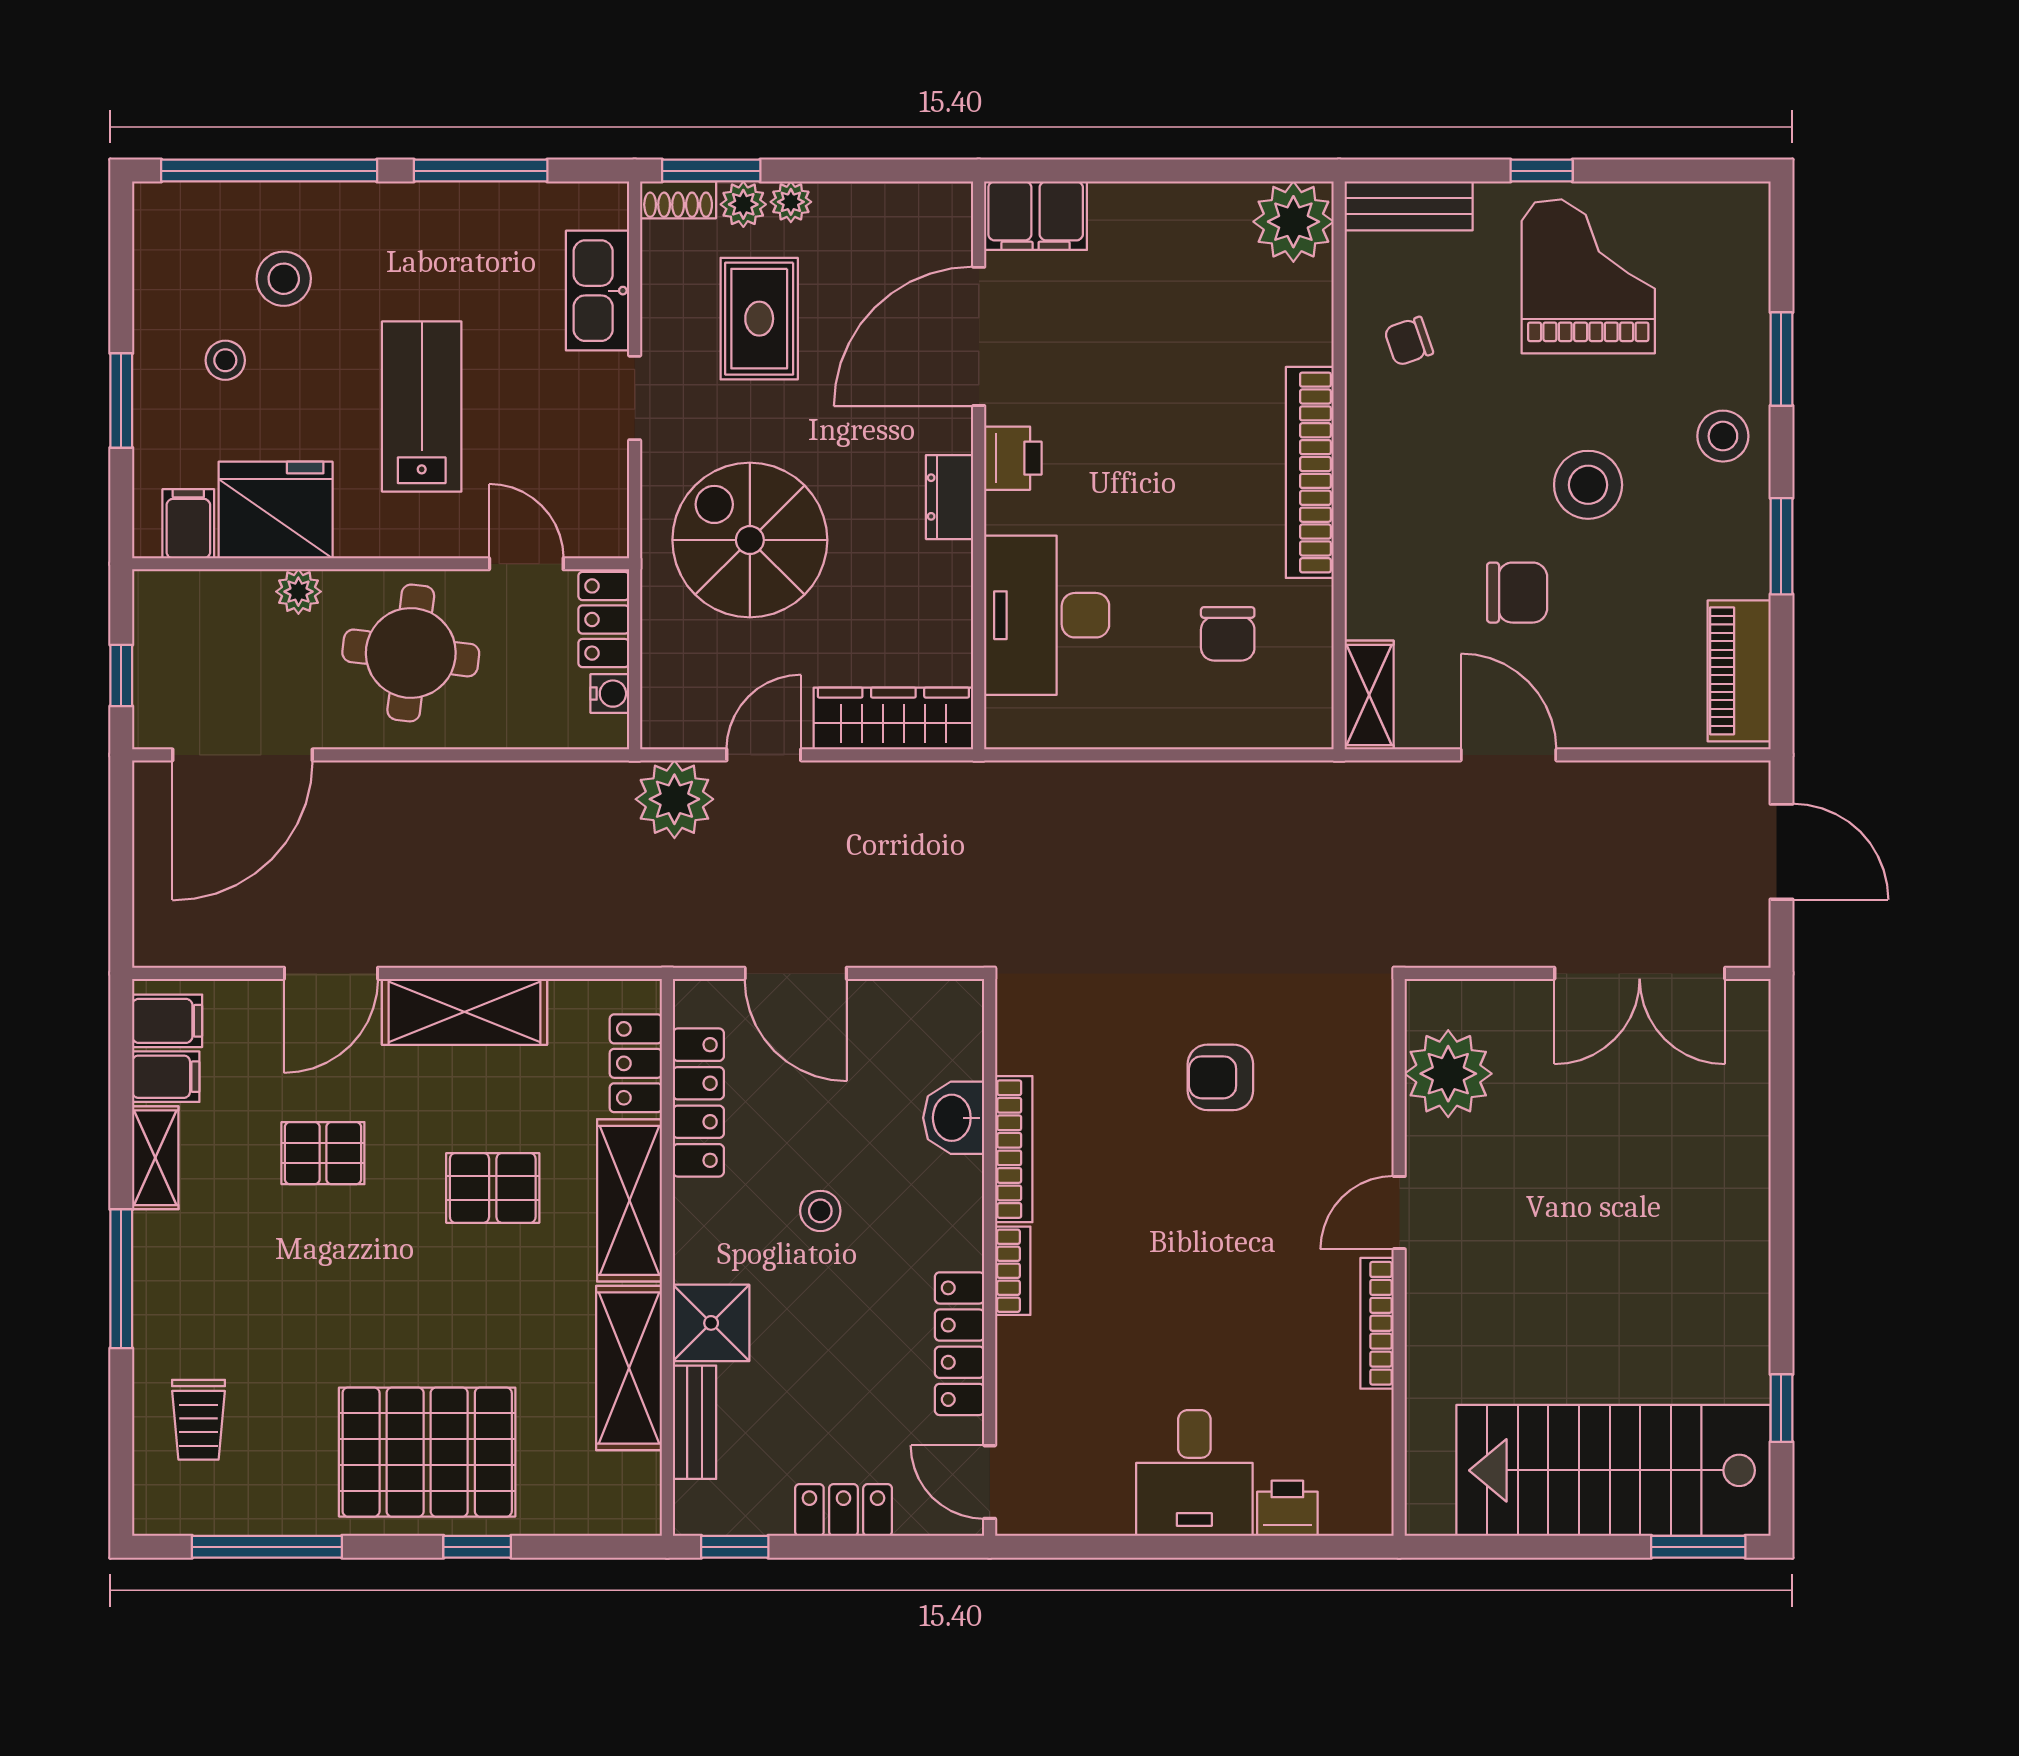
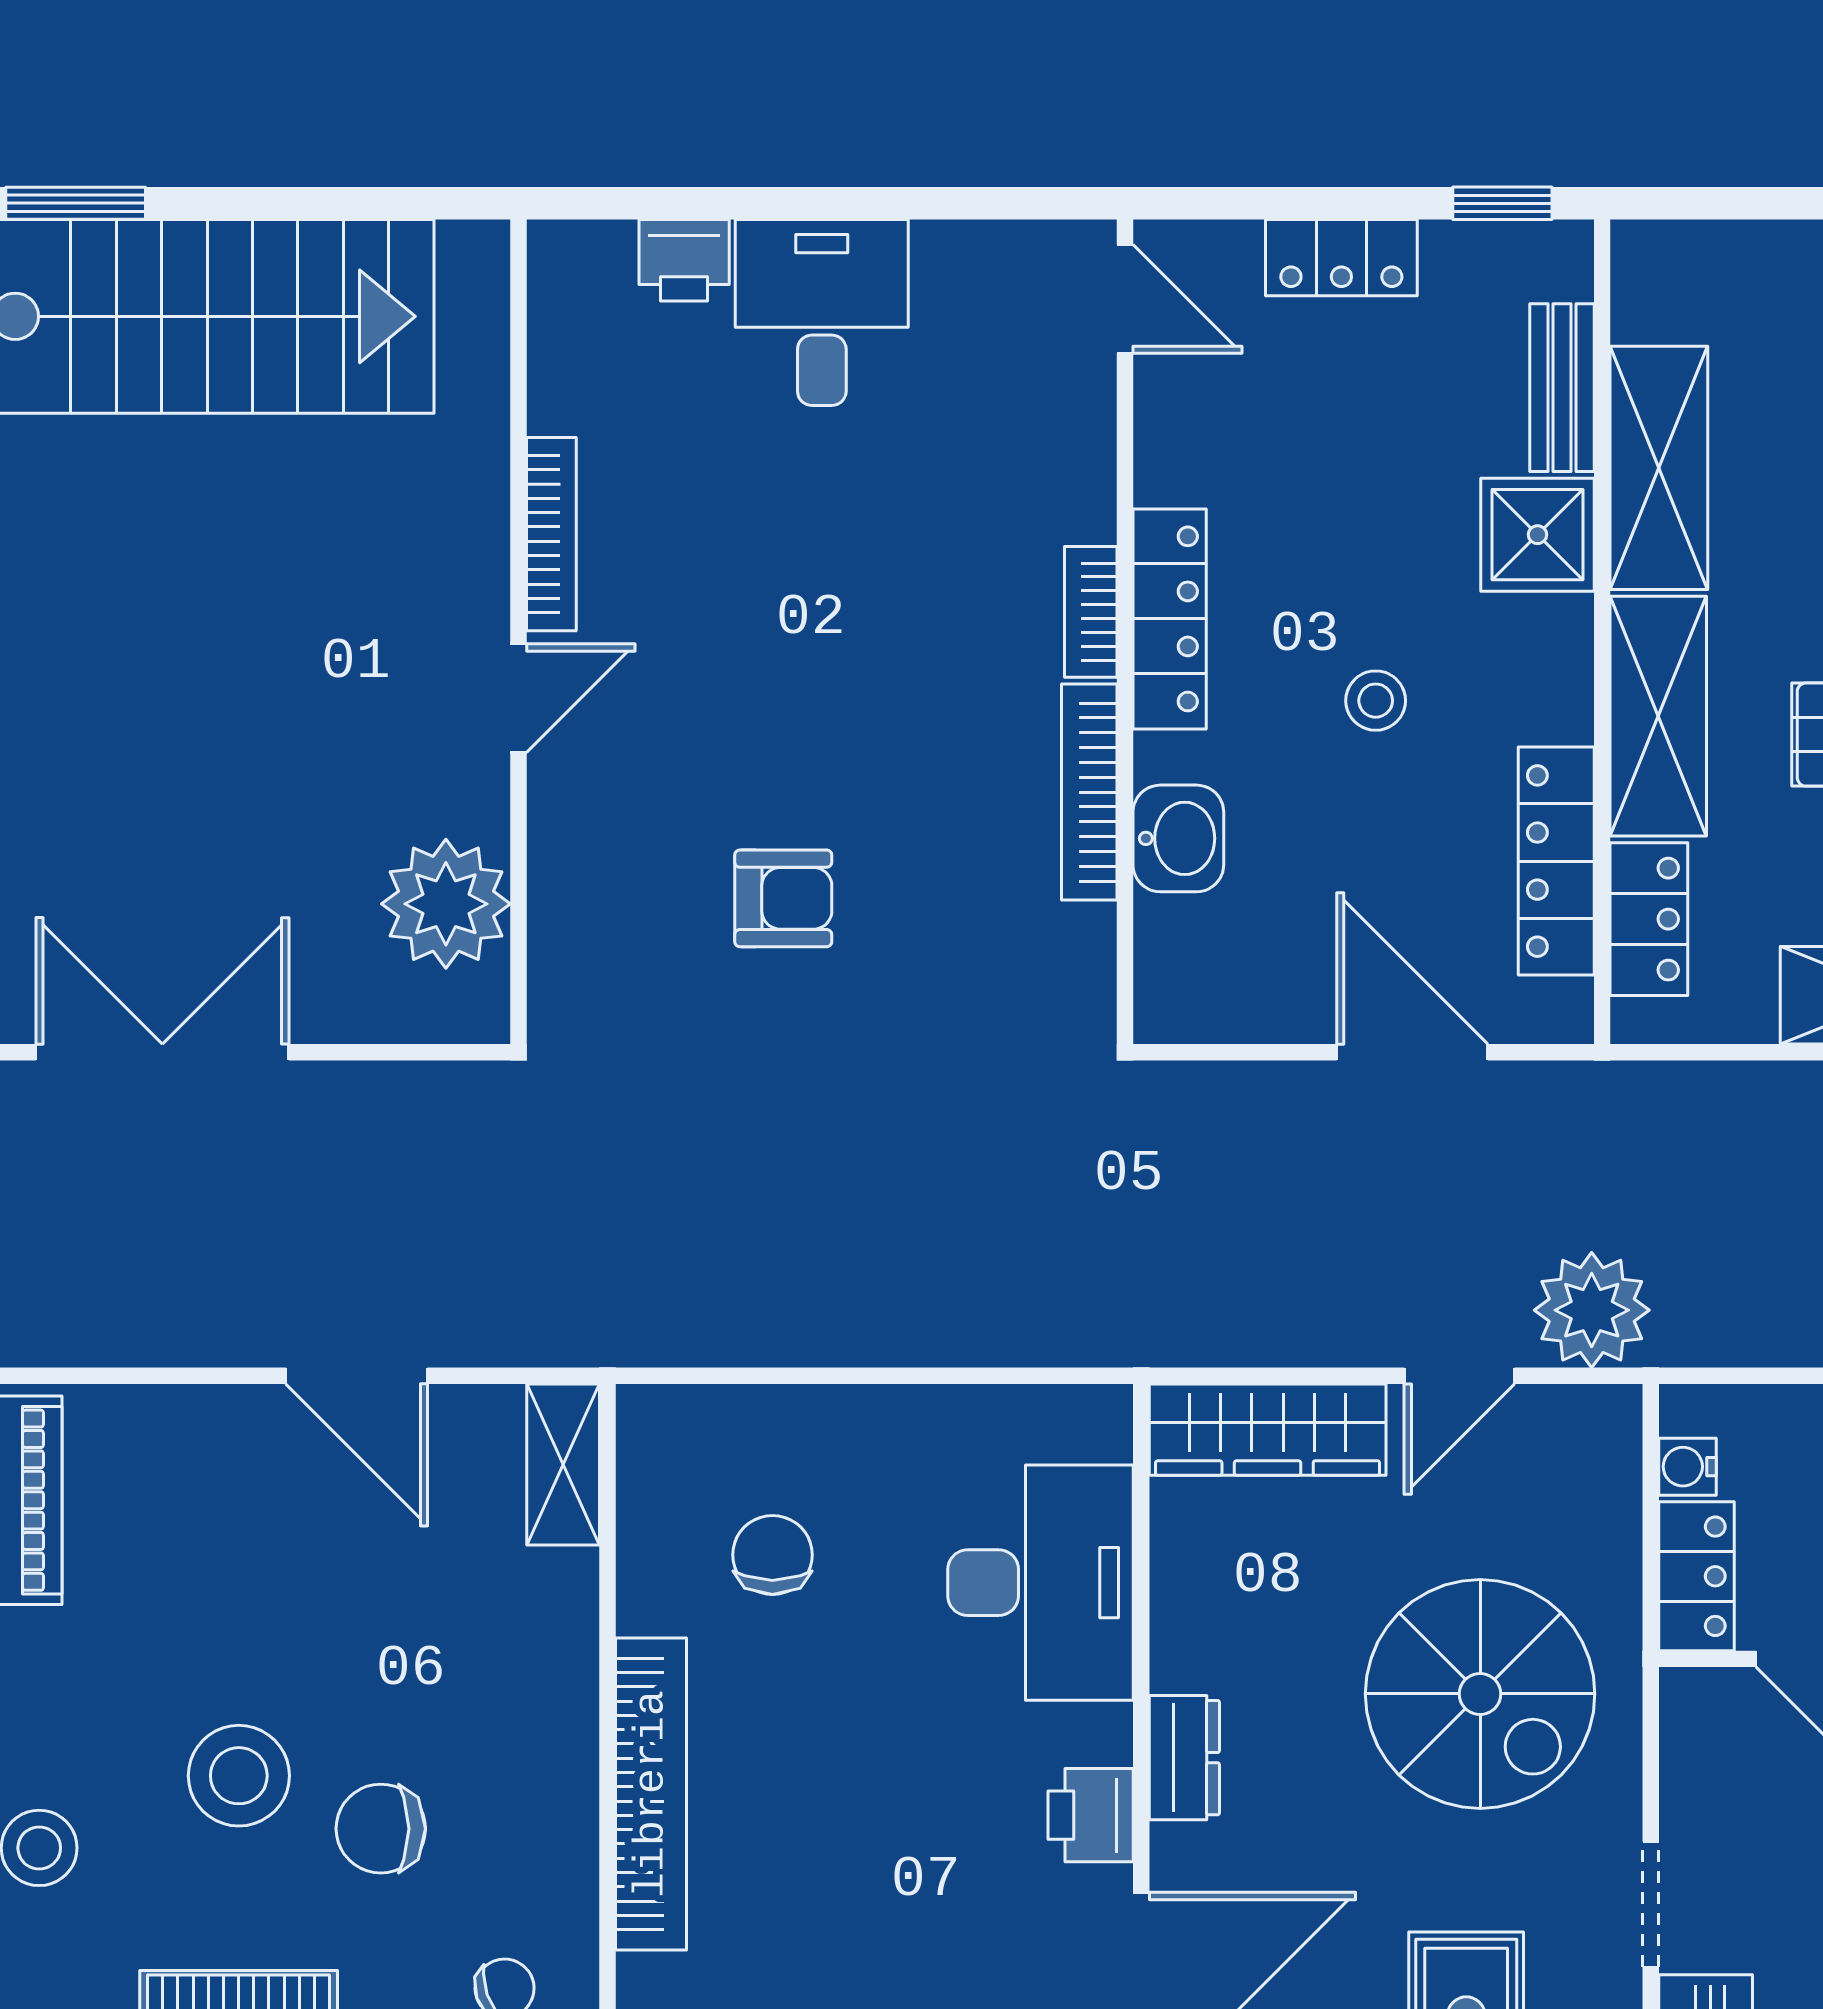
chair: (1517, 593) -> (381, 1829), moved
locker: (960, 1344) -> (1170, 619), moved

